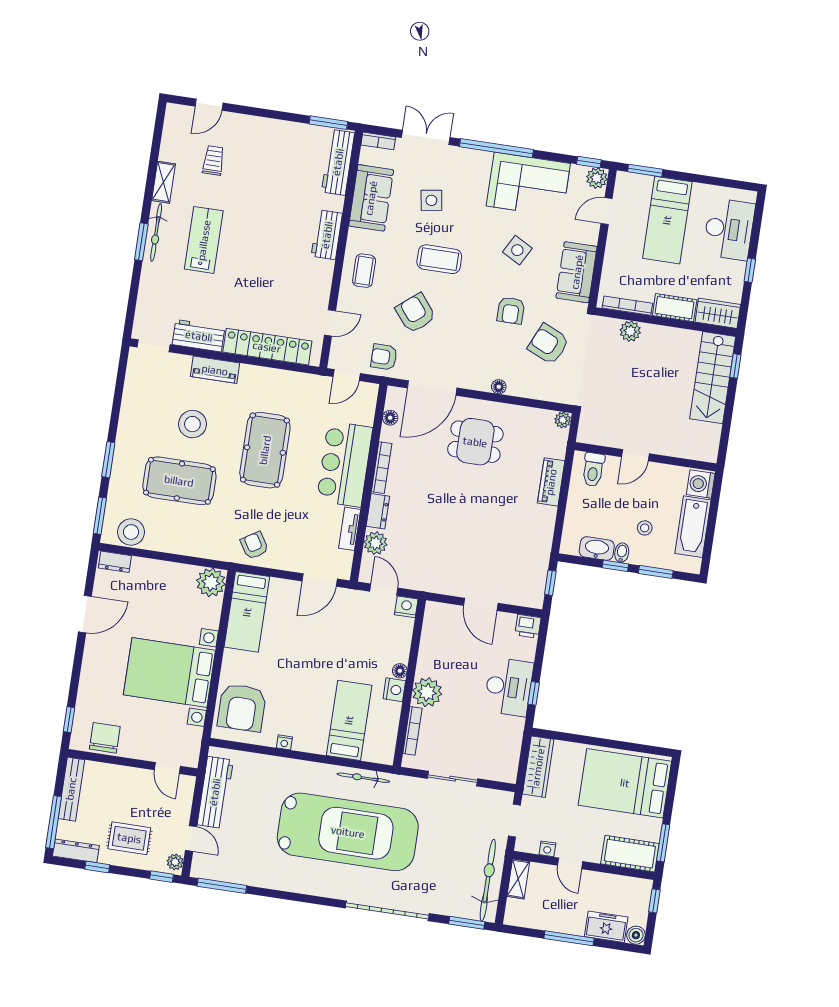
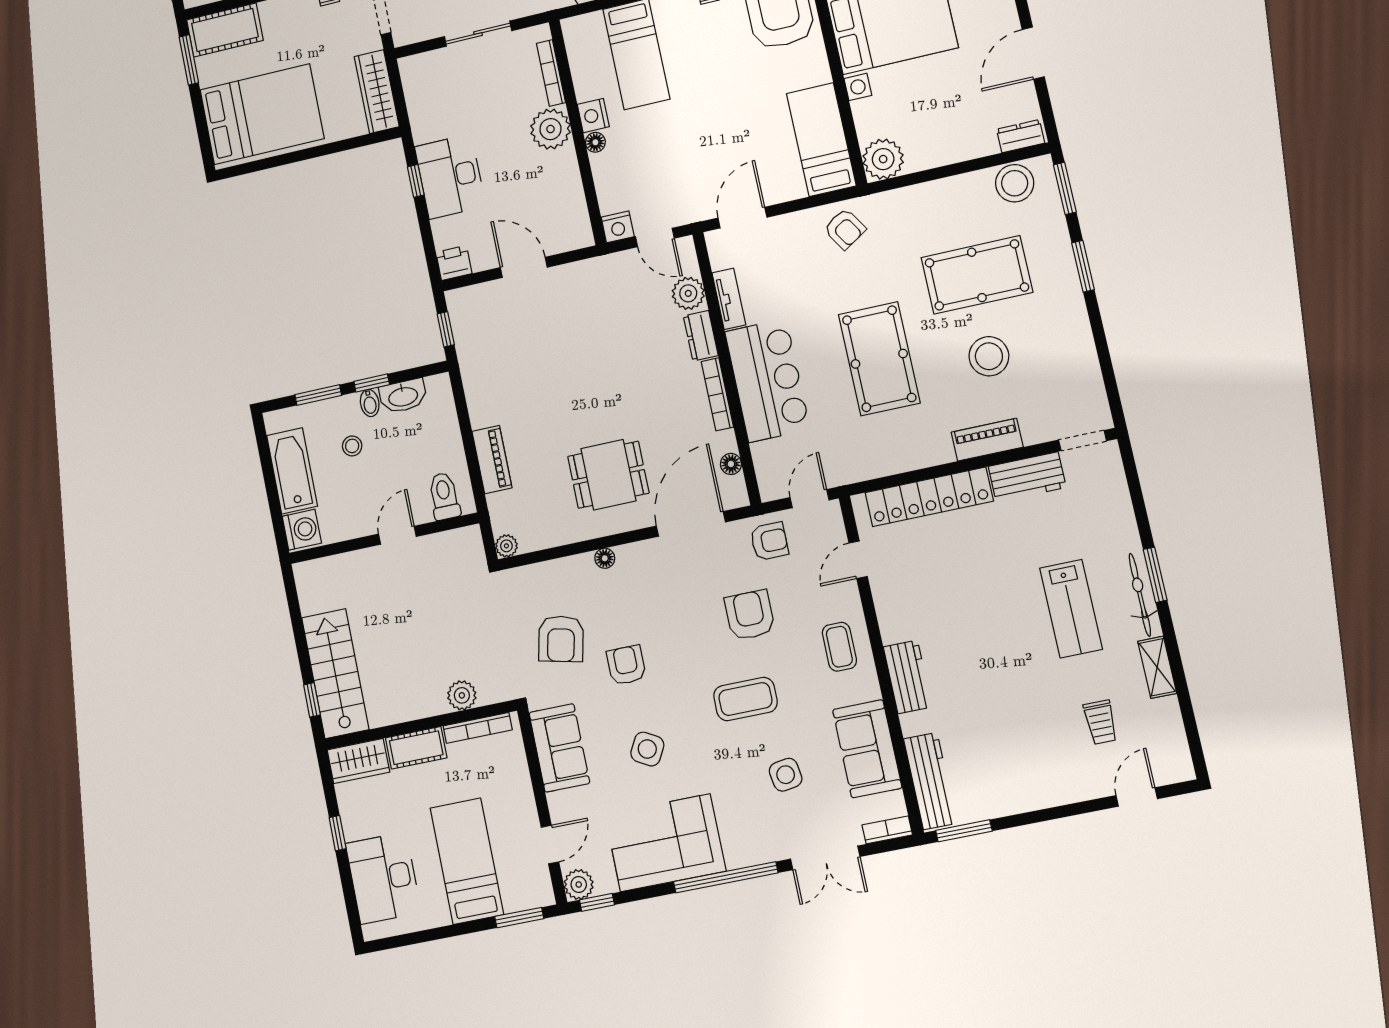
armchair: (416, 313) -> (750, 615), turned -141
armchair: (549, 344) -> (561, 639), turned 79

